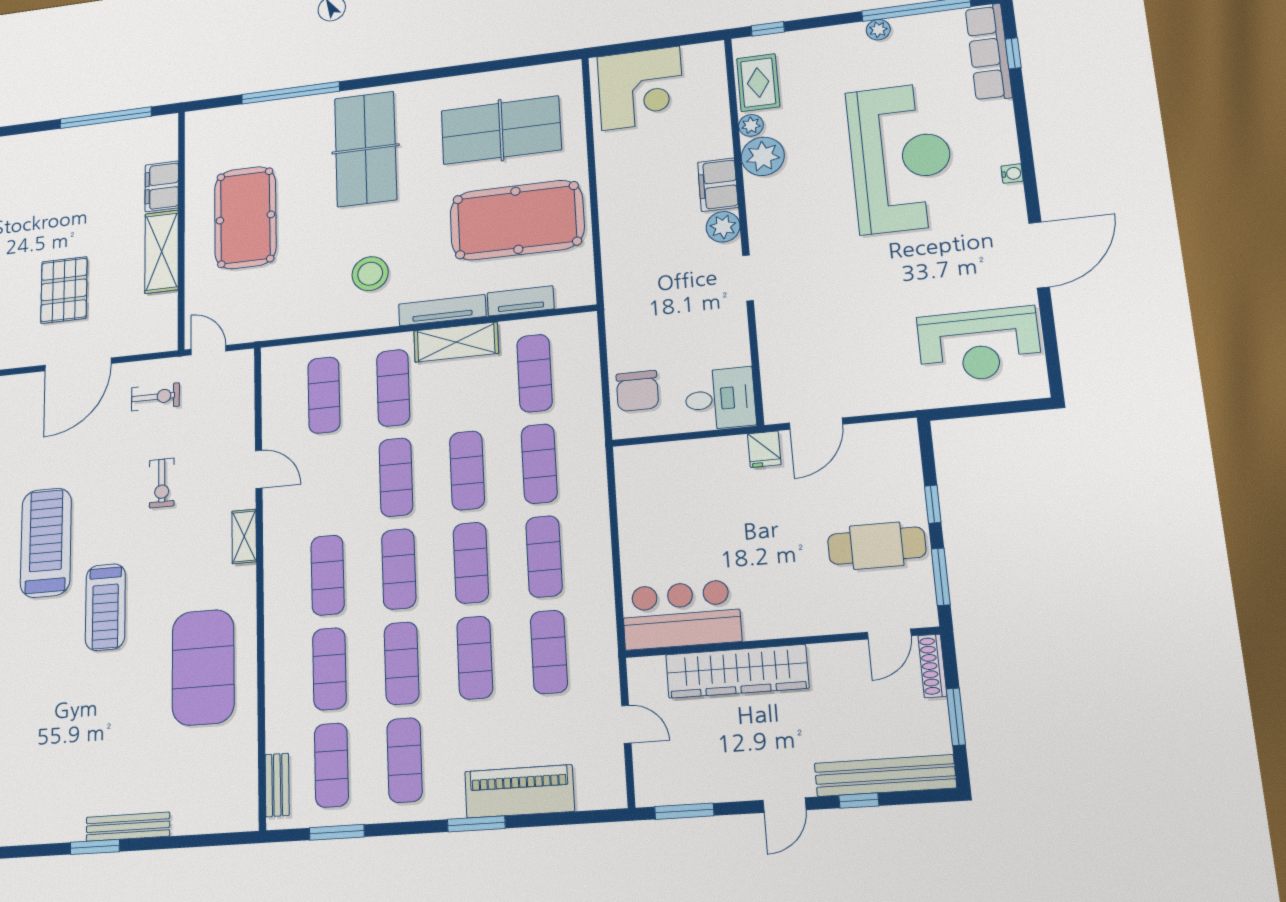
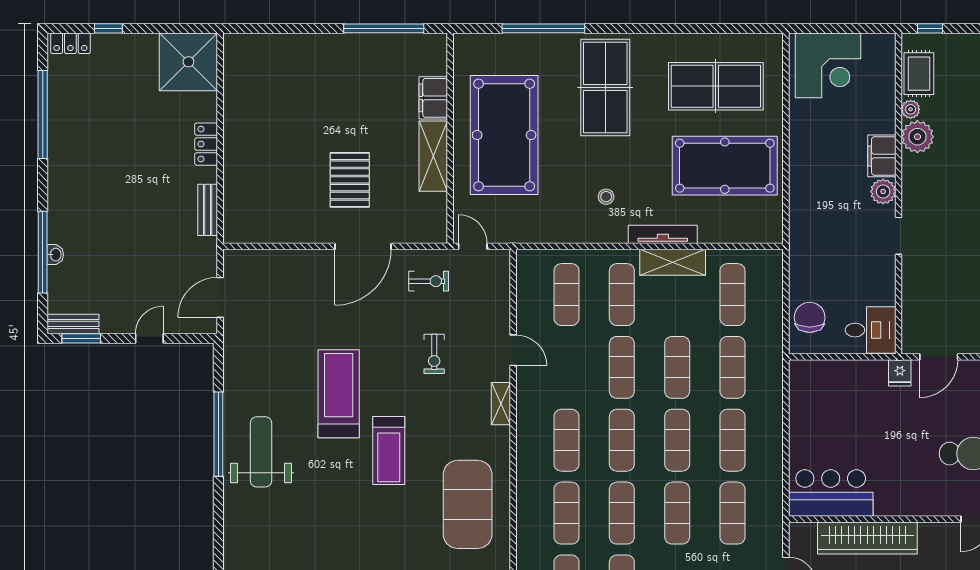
pool table: (245, 218) -> (504, 135), width x1.36, depth x1.32
stool: (370, 274) -> (606, 197), width x0.53, depth x0.53
tv unit: (521, 301) -> (725, 234), removed
chair: (637, 391) -> (810, 317), turned 180

